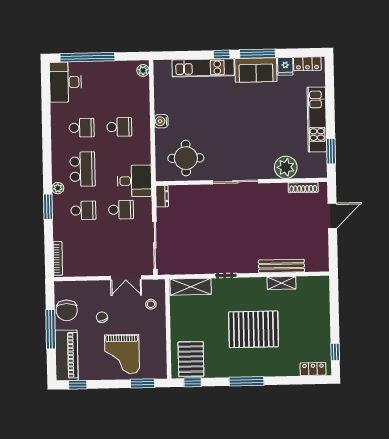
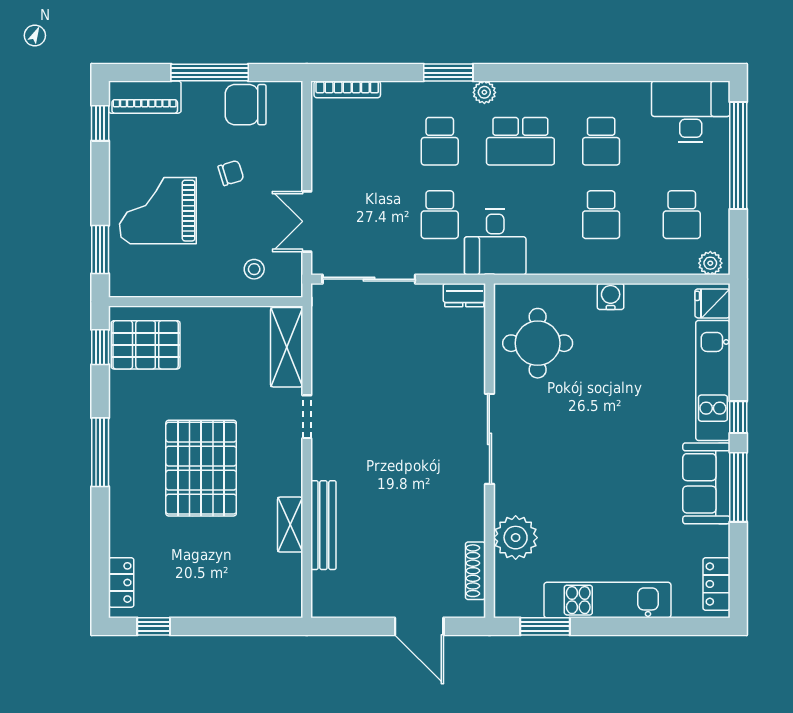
fridge: (285, 66) -> (712, 303), moved
school desk: (118, 86) -> (682, 215), added
piano: (67, 355) -> (145, 97), width x0.73, depth x0.75

